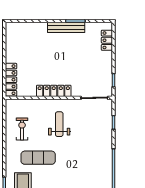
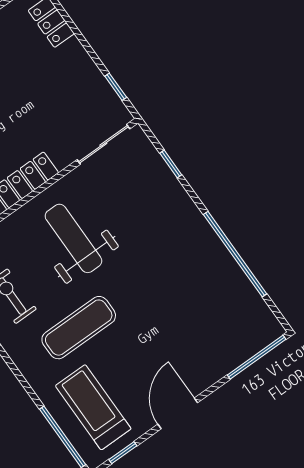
weight bench: (59, 124) -> (73, 238), width x1.36, depth x1.33

